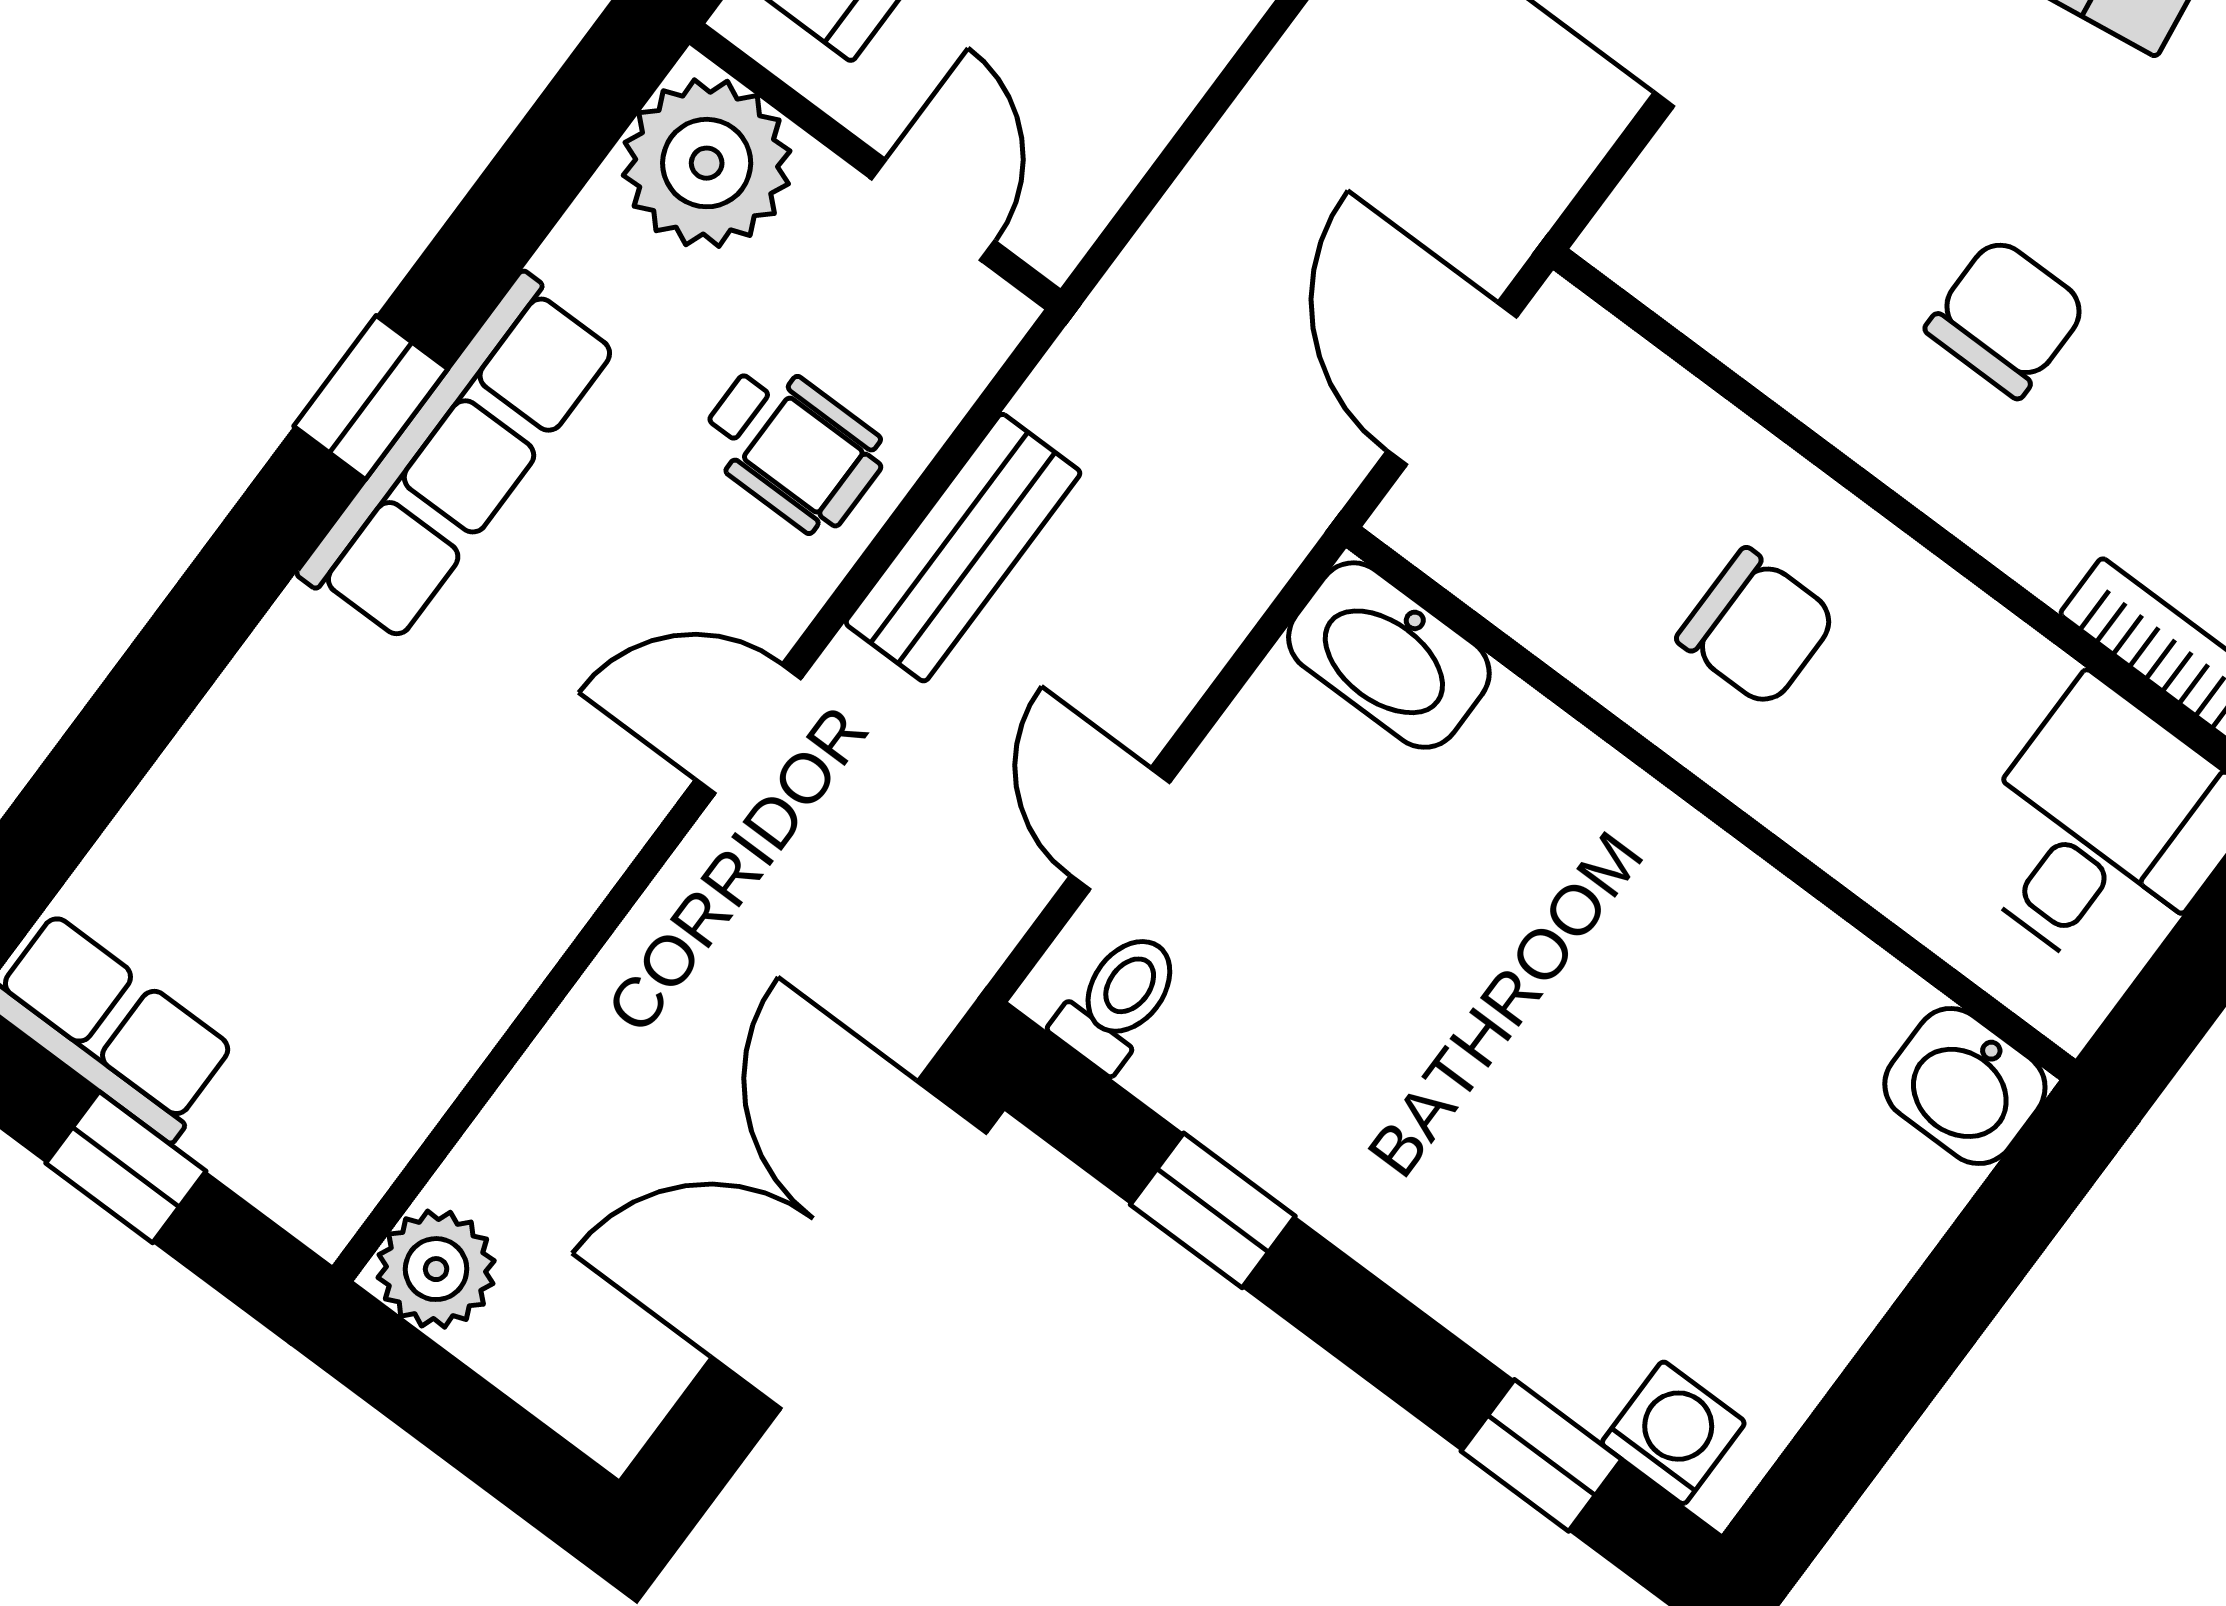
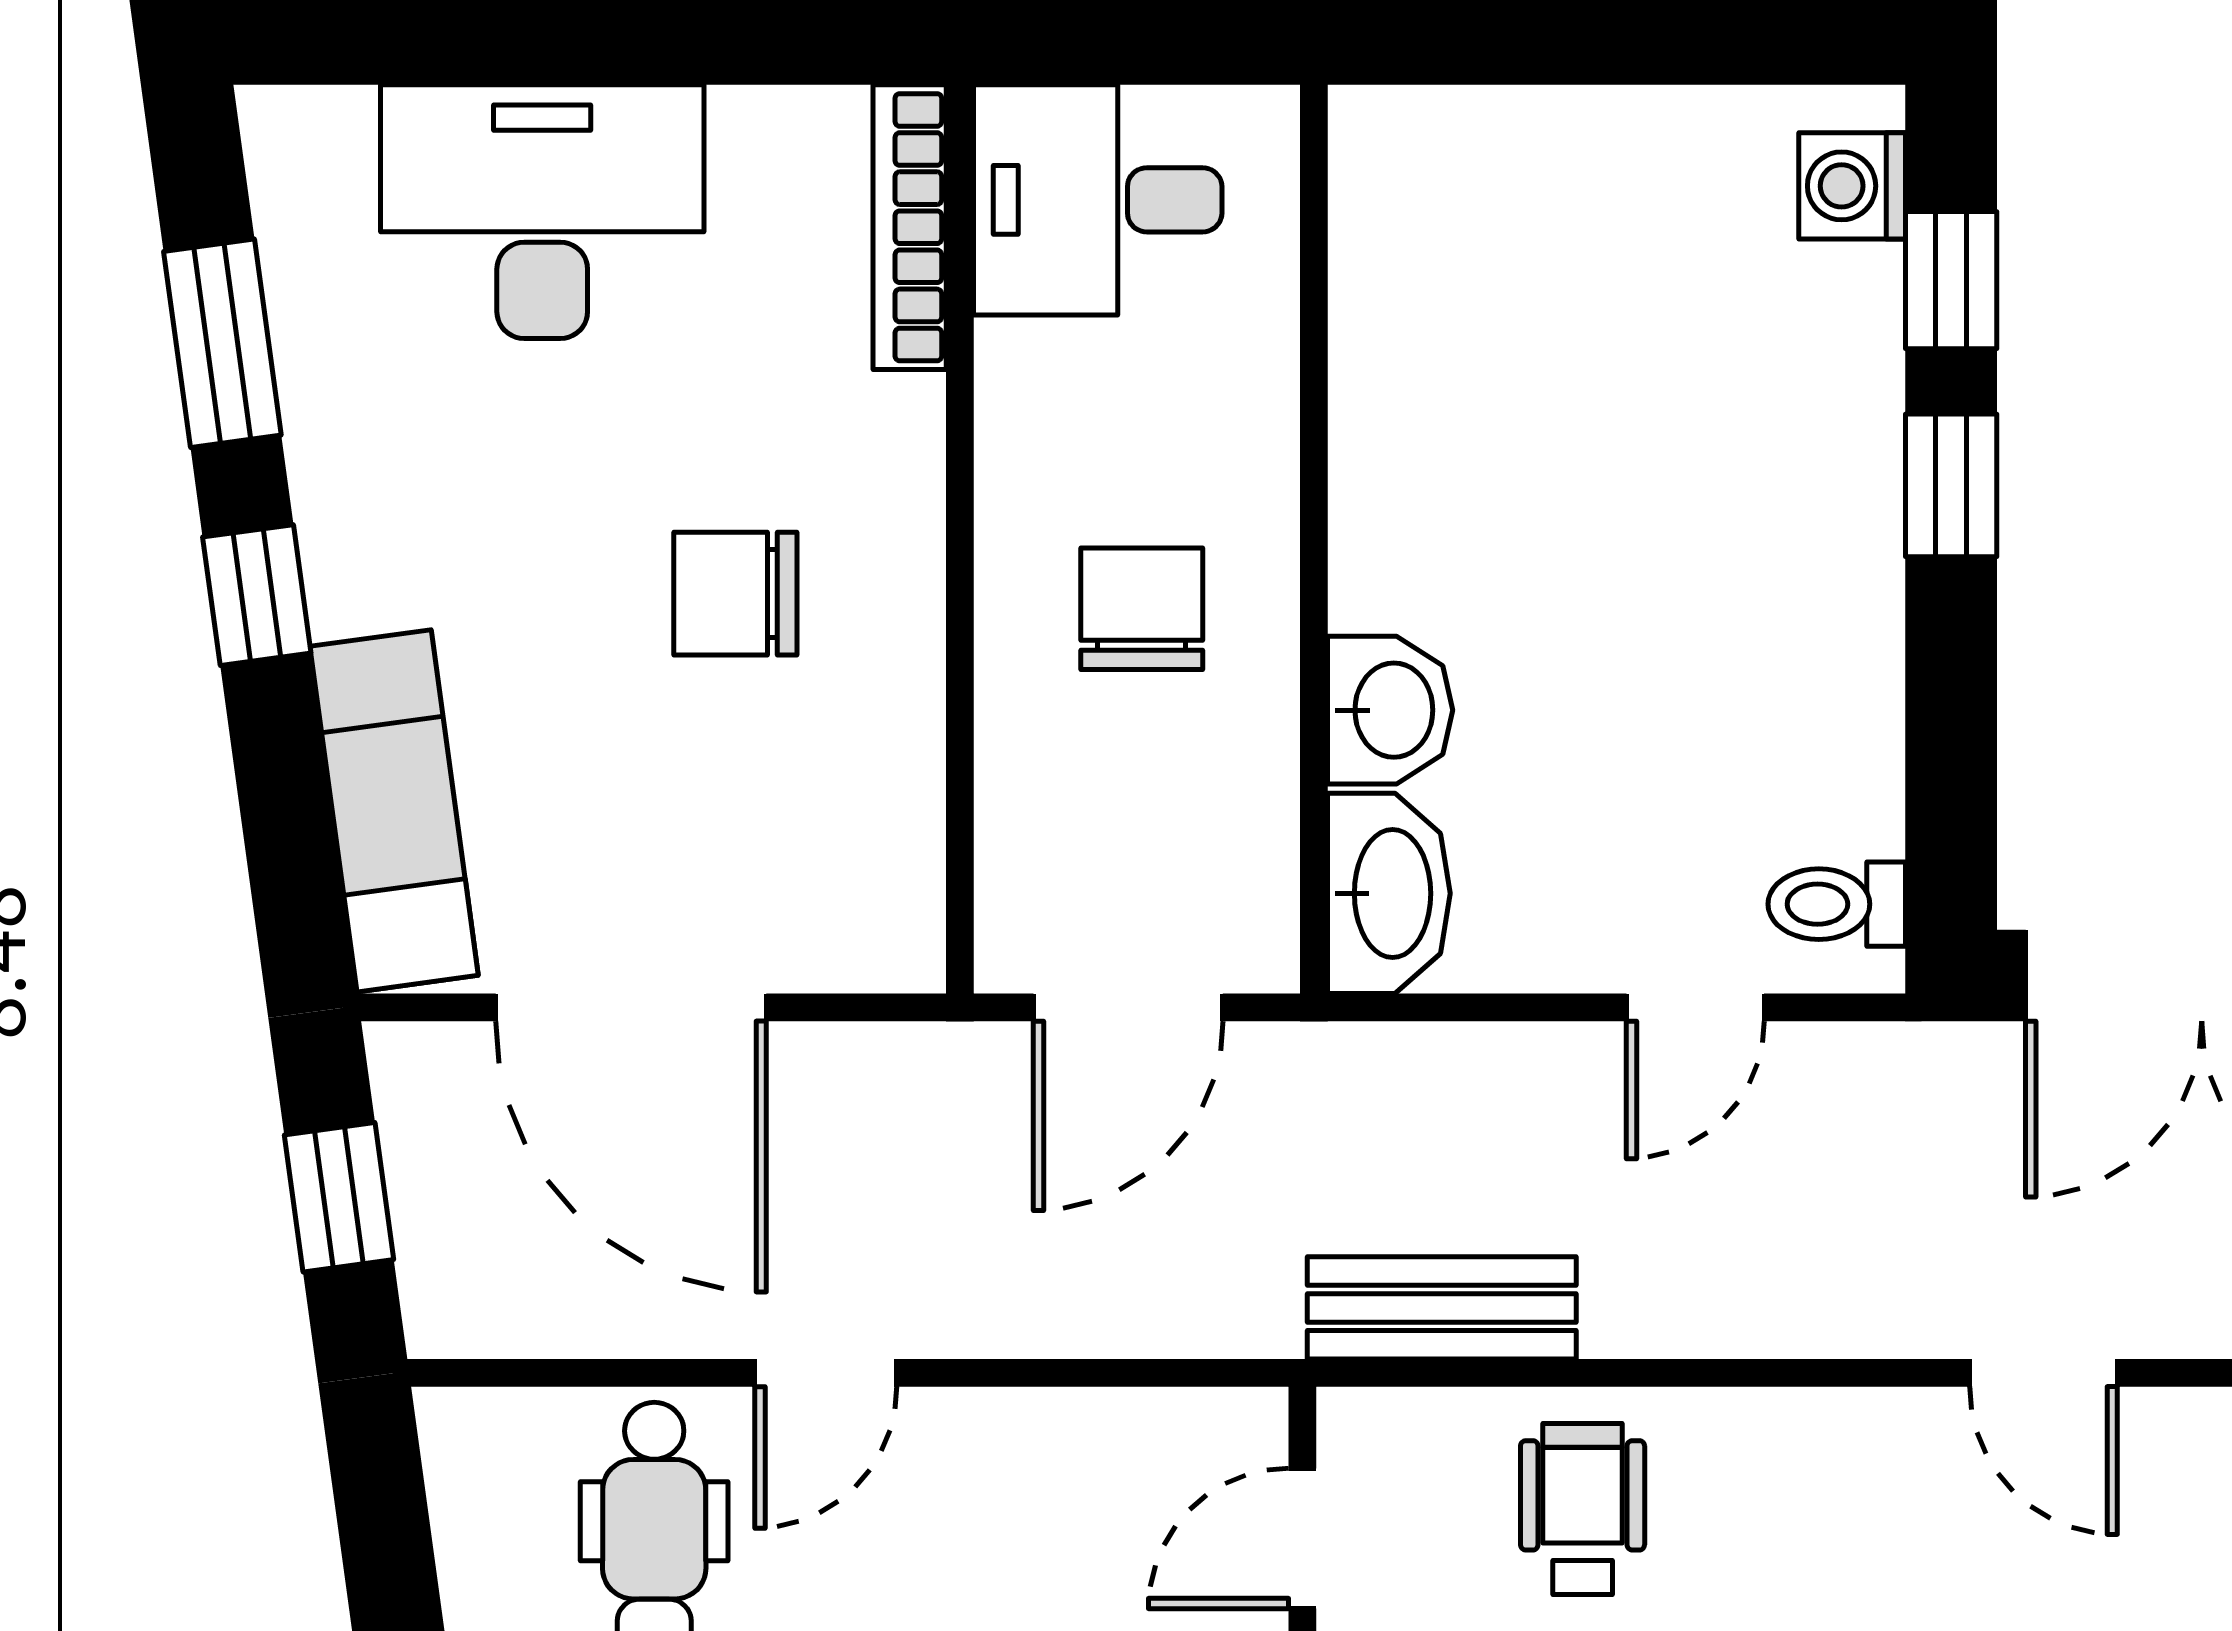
bench: (963, 548) -> (1442, 1308), moved
door: (748, 729) -> (2044, 1373), moved
washbasin: (1965, 1086) -> (1390, 710), moved
window: (1213, 1210) -> (1951, 485), moved

